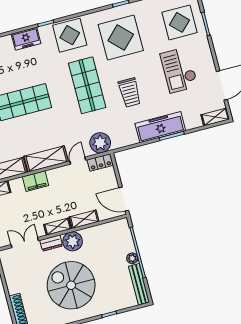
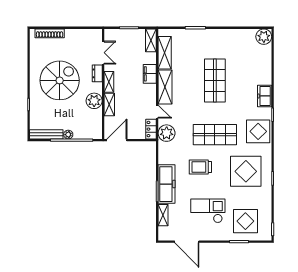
shelving: (215, 117) -> (163, 215), moved
plant: (73, 241) -> (94, 101), moved

